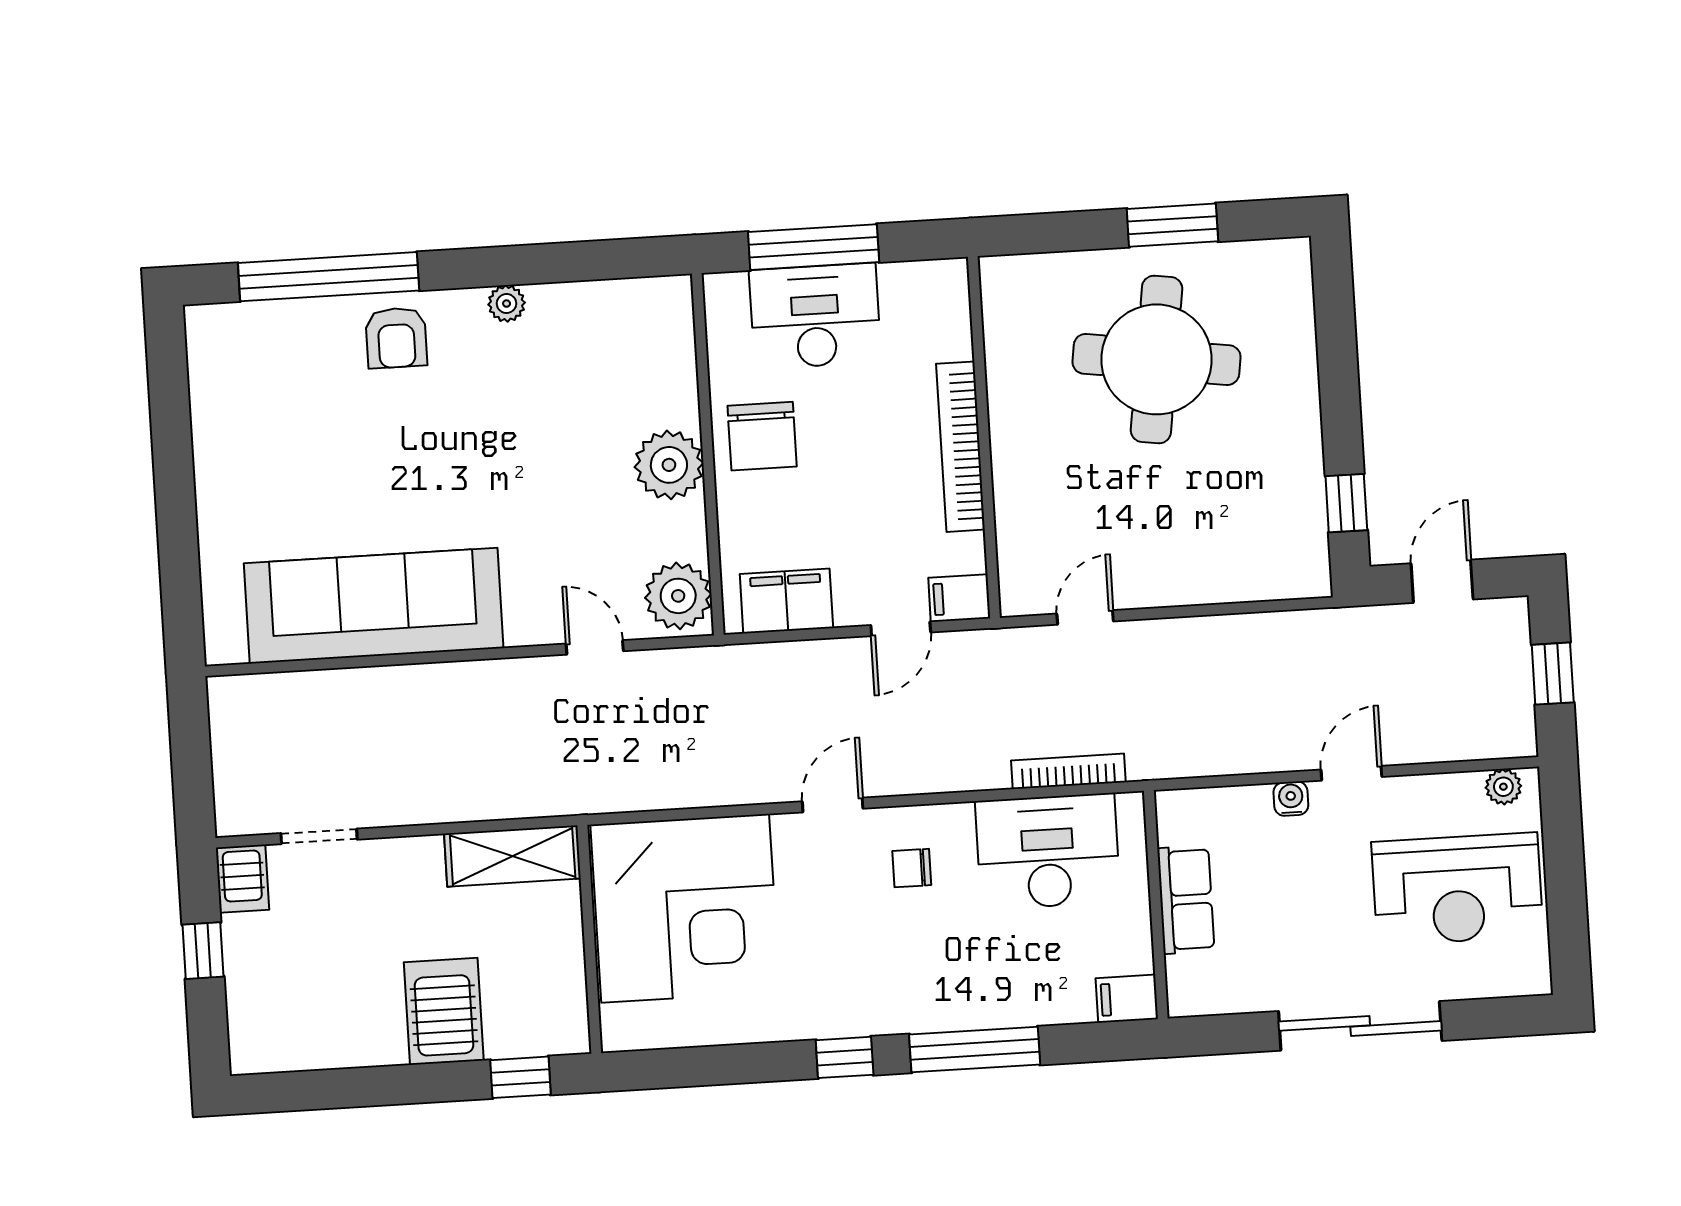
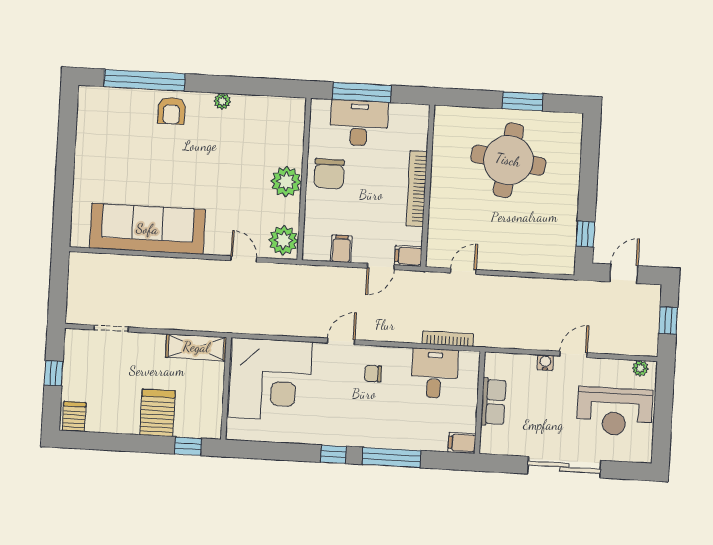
filing cabinet: (786, 601) -> (341, 249), width x0.50
desk: (1048, 851) -> (434, 373), width x0.73
server rack: (242, 879) -> (74, 417), moved, turned 180

